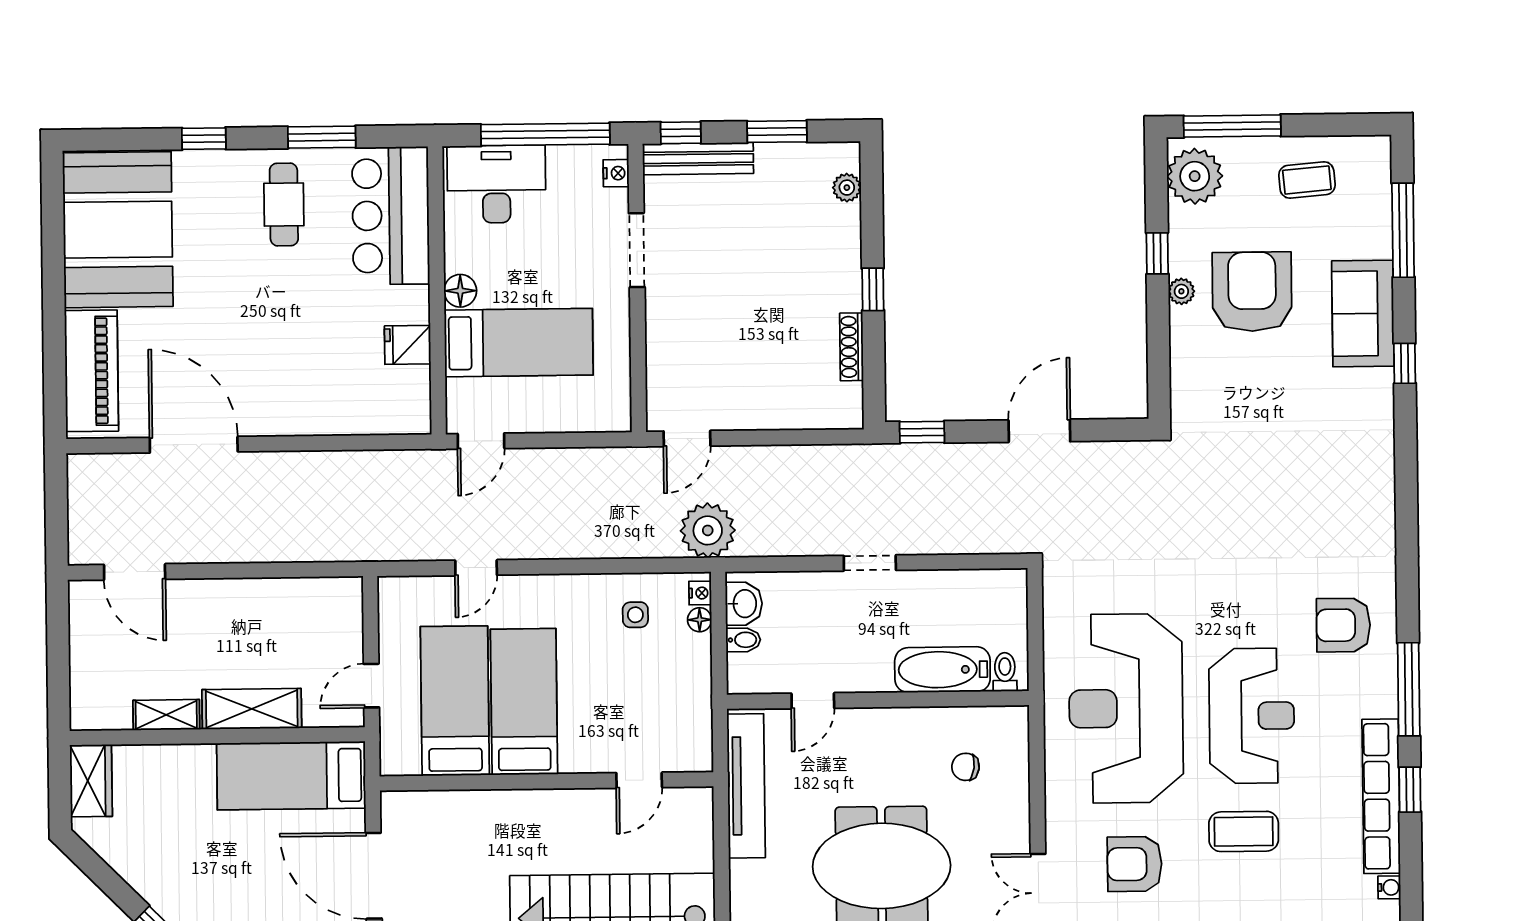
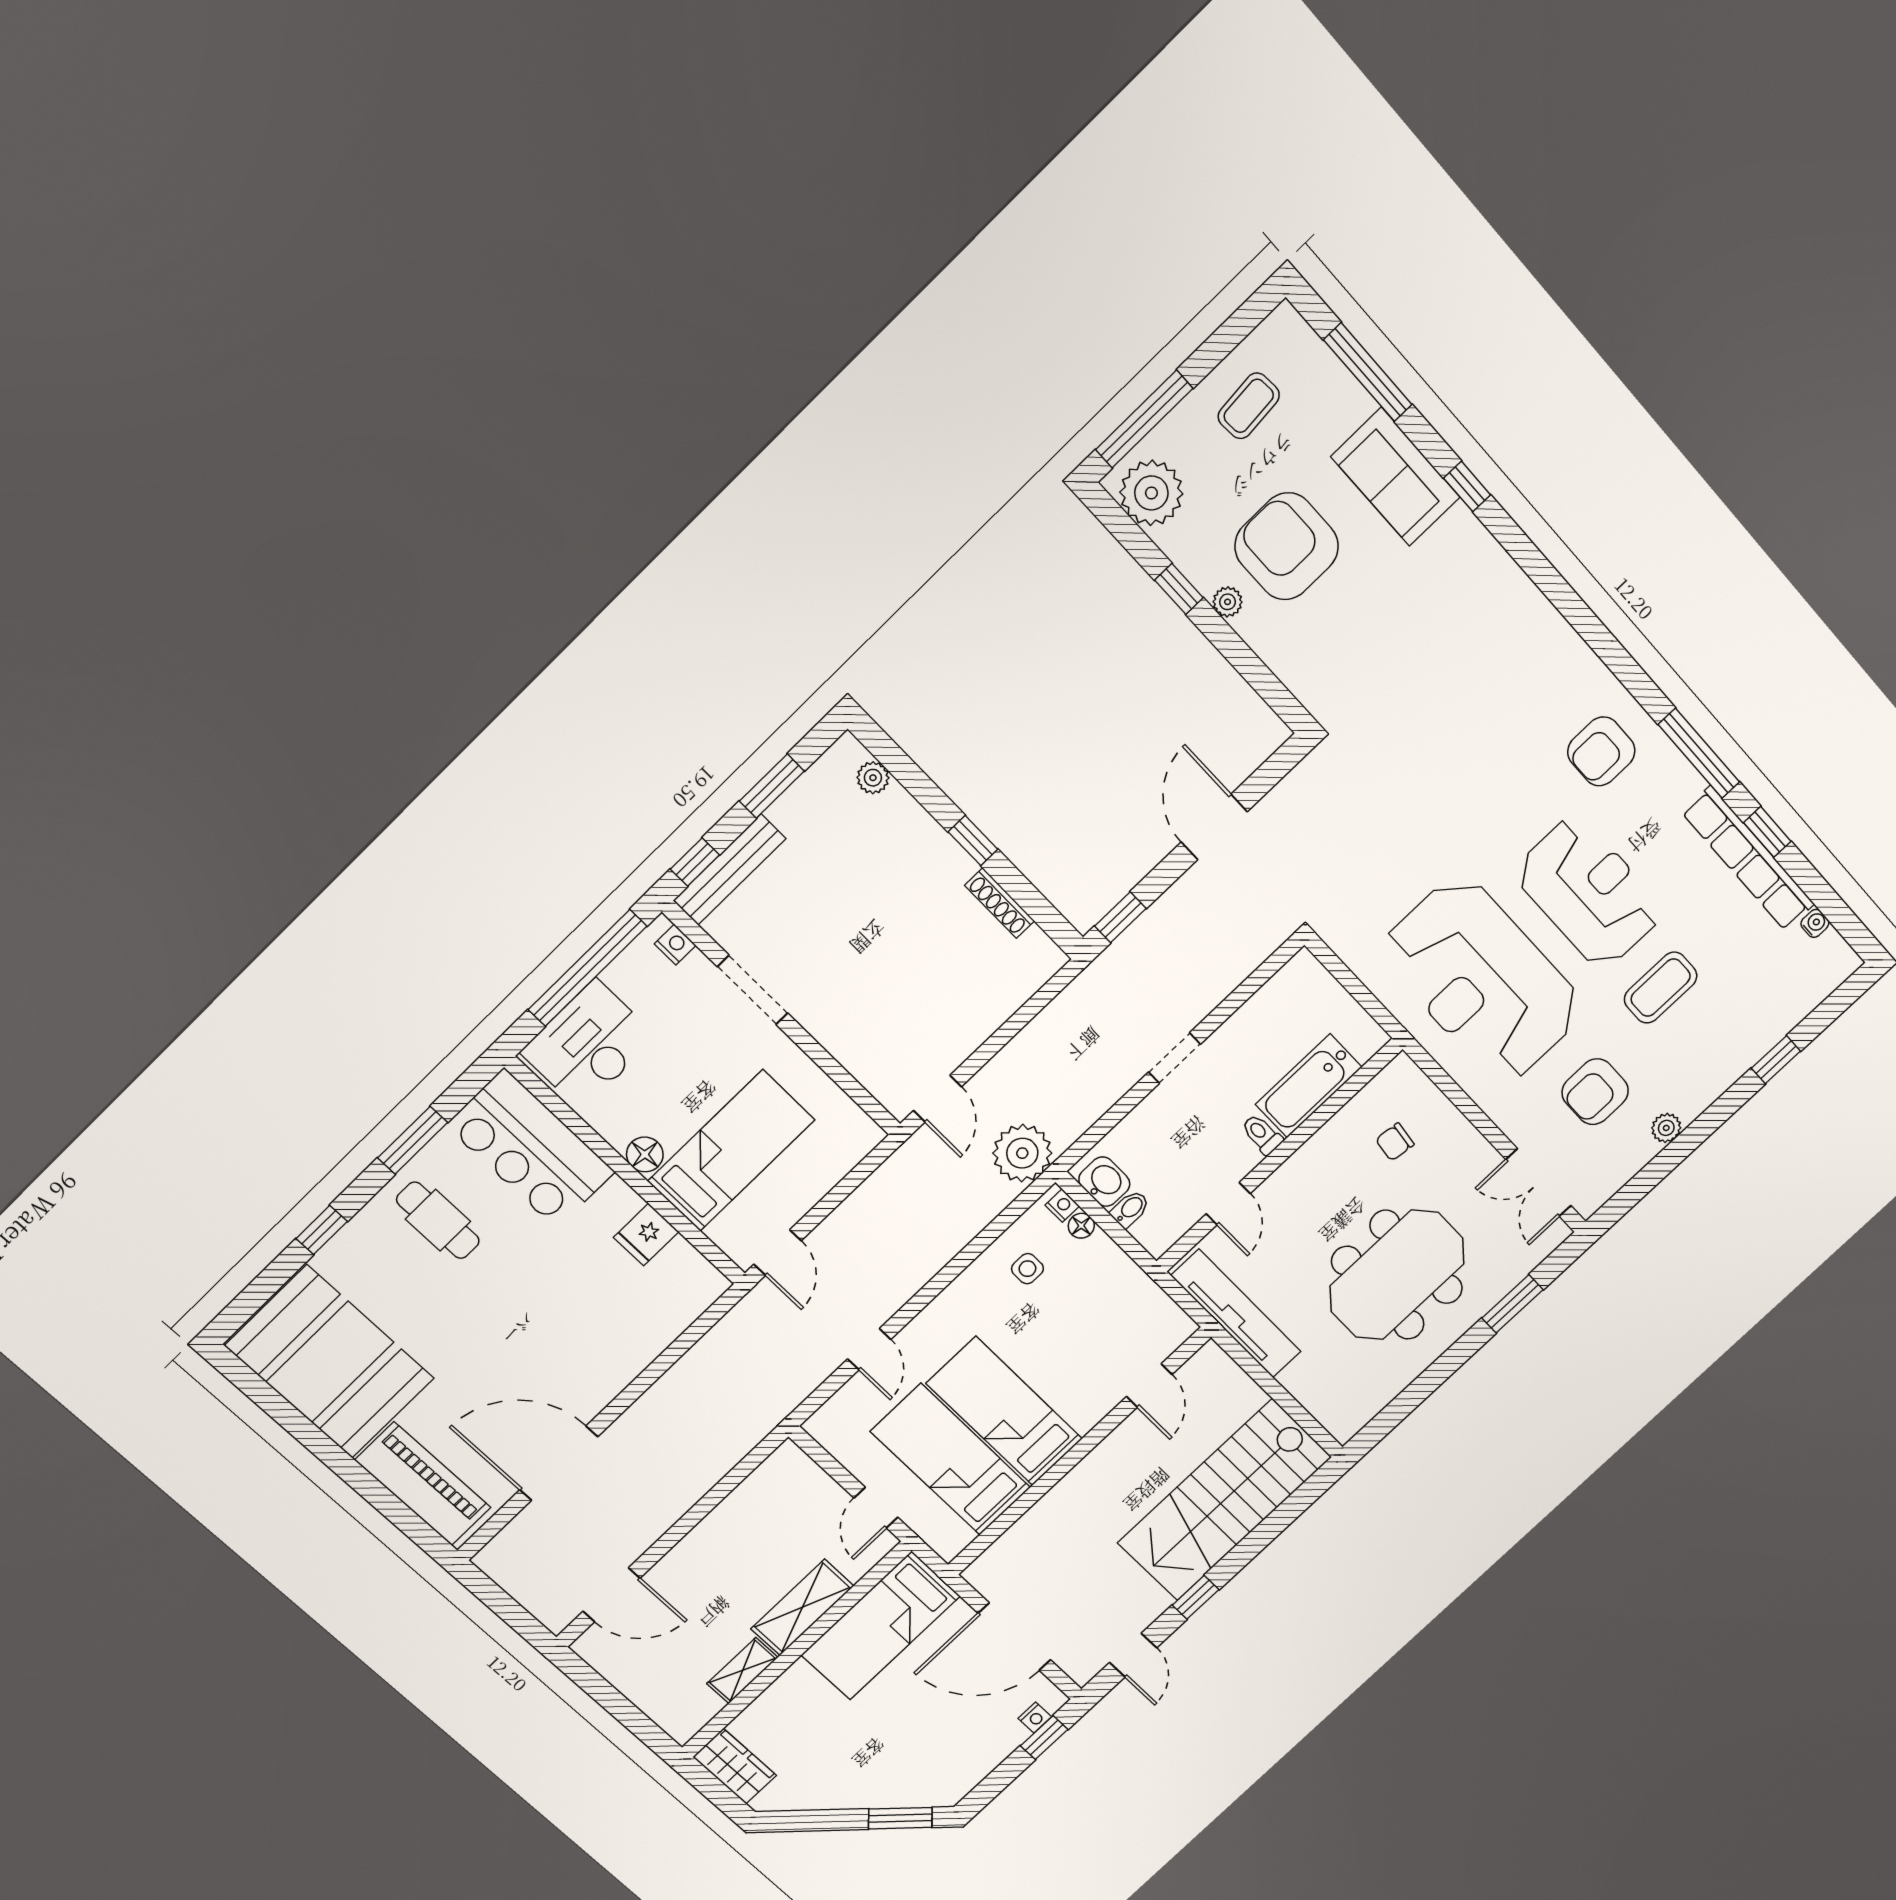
toilet: (1005, 672) -> (1262, 1134), moved

